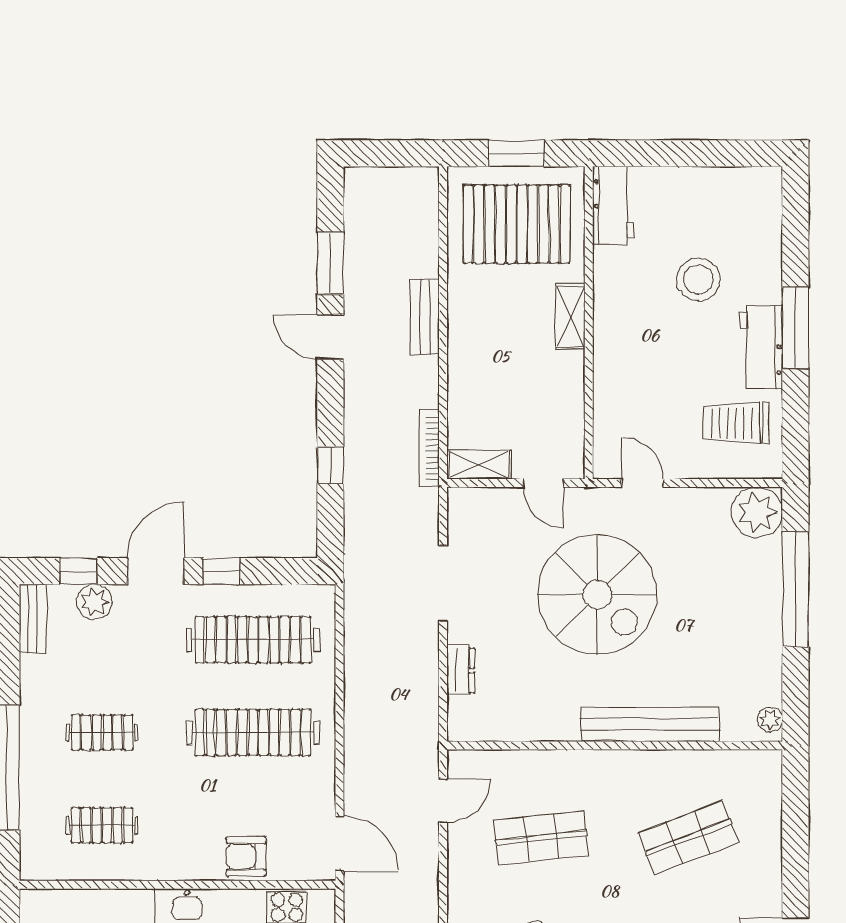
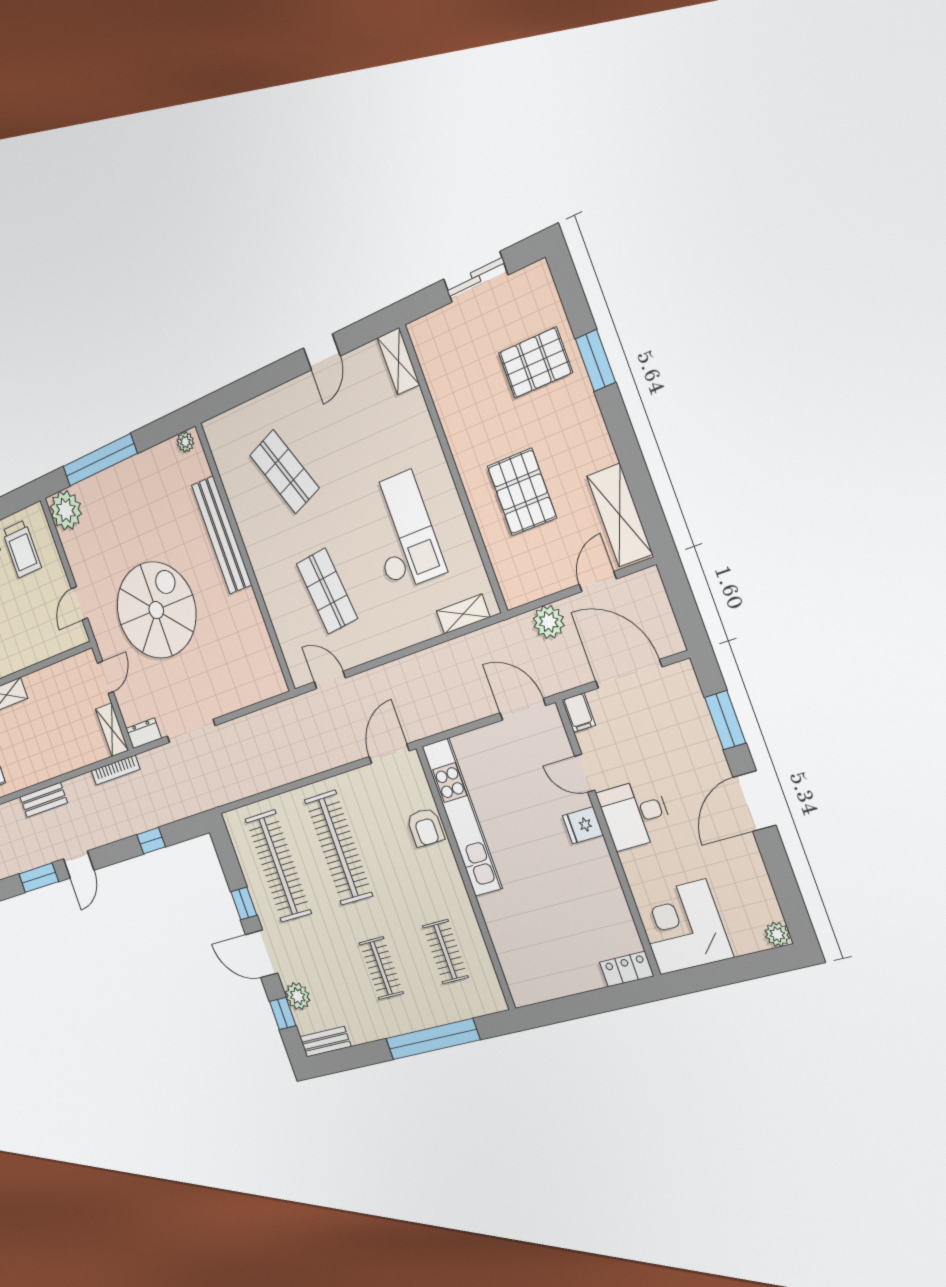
dresser: (461, 670) -> (144, 733), moved

